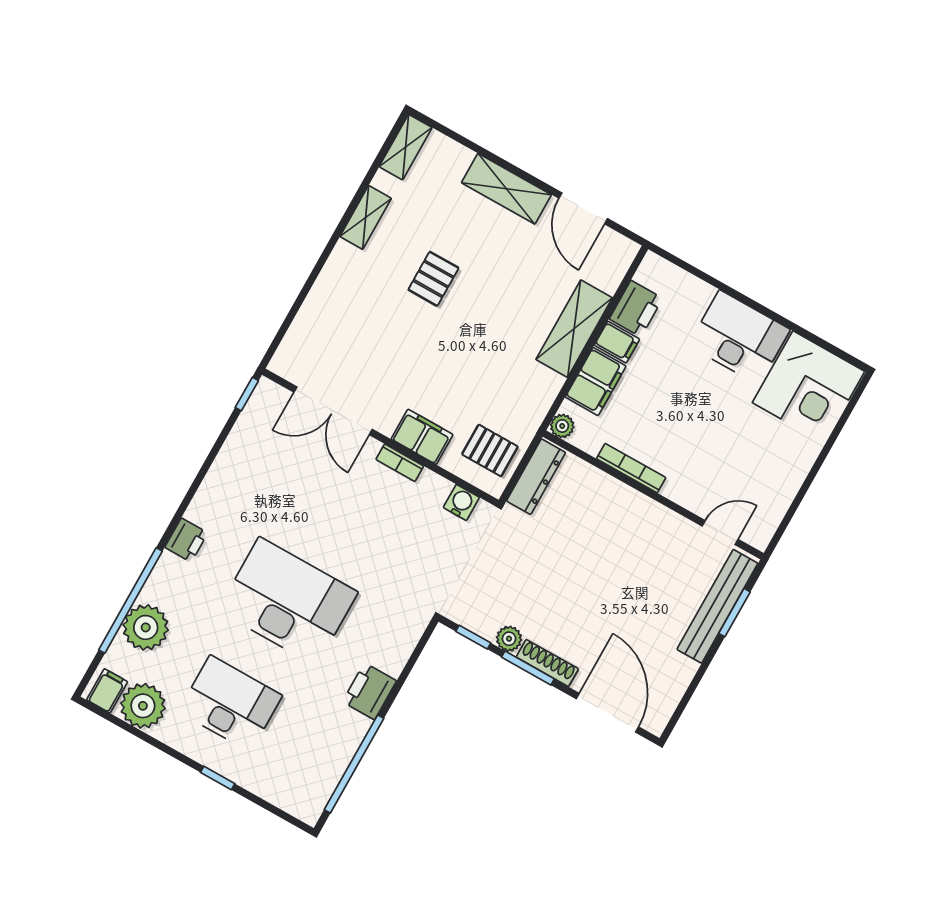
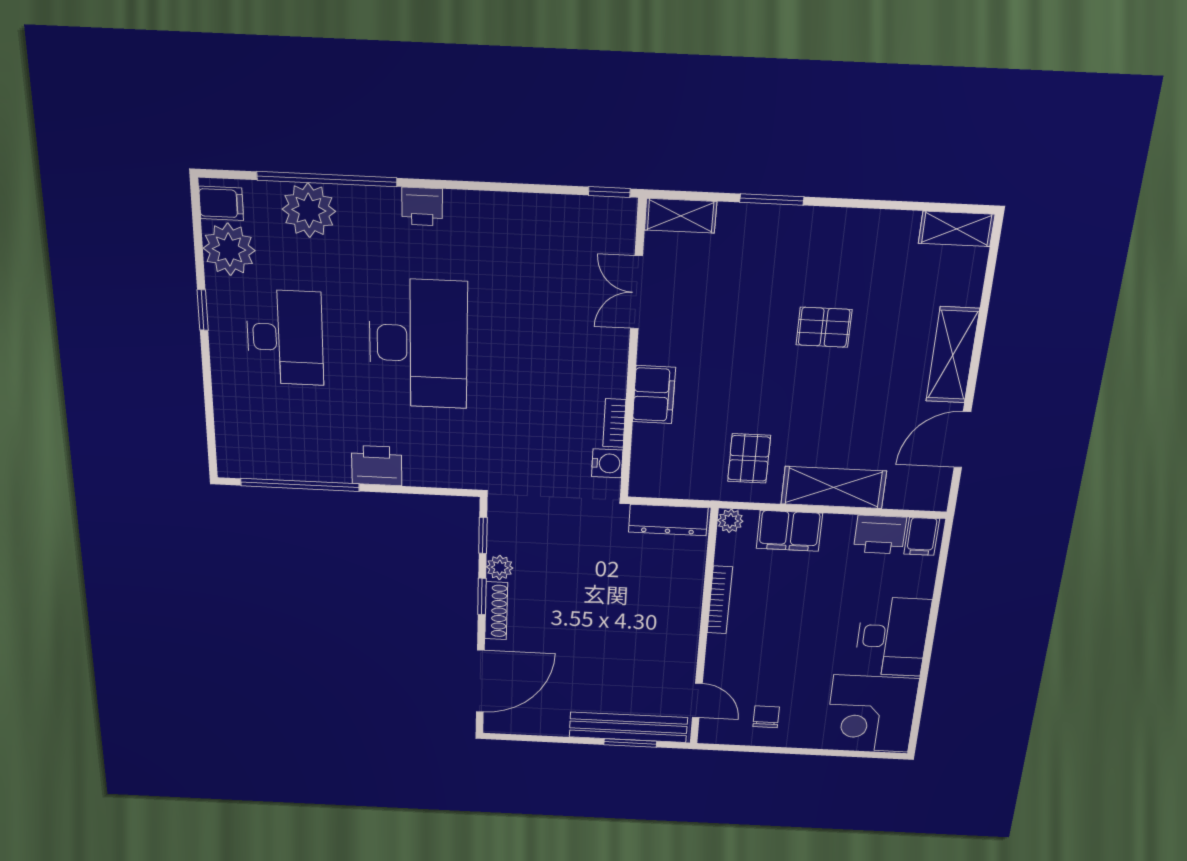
shelving: (366, 217) -> (681, 216), moved
window: (314, 276) -> (772, 199), added
filing cabinet: (617, 342) -> (922, 536), moved
double door: (333, 411) -> (637, 292), width x0.73
pallet: (490, 450) -> (749, 458), moved
bookcase: (400, 463) -> (614, 423), moved
chair: (766, 480) -> (766, 717), added
window: (528, 668) -> (482, 596), width x0.67
window: (218, 778) -> (203, 310), moved

